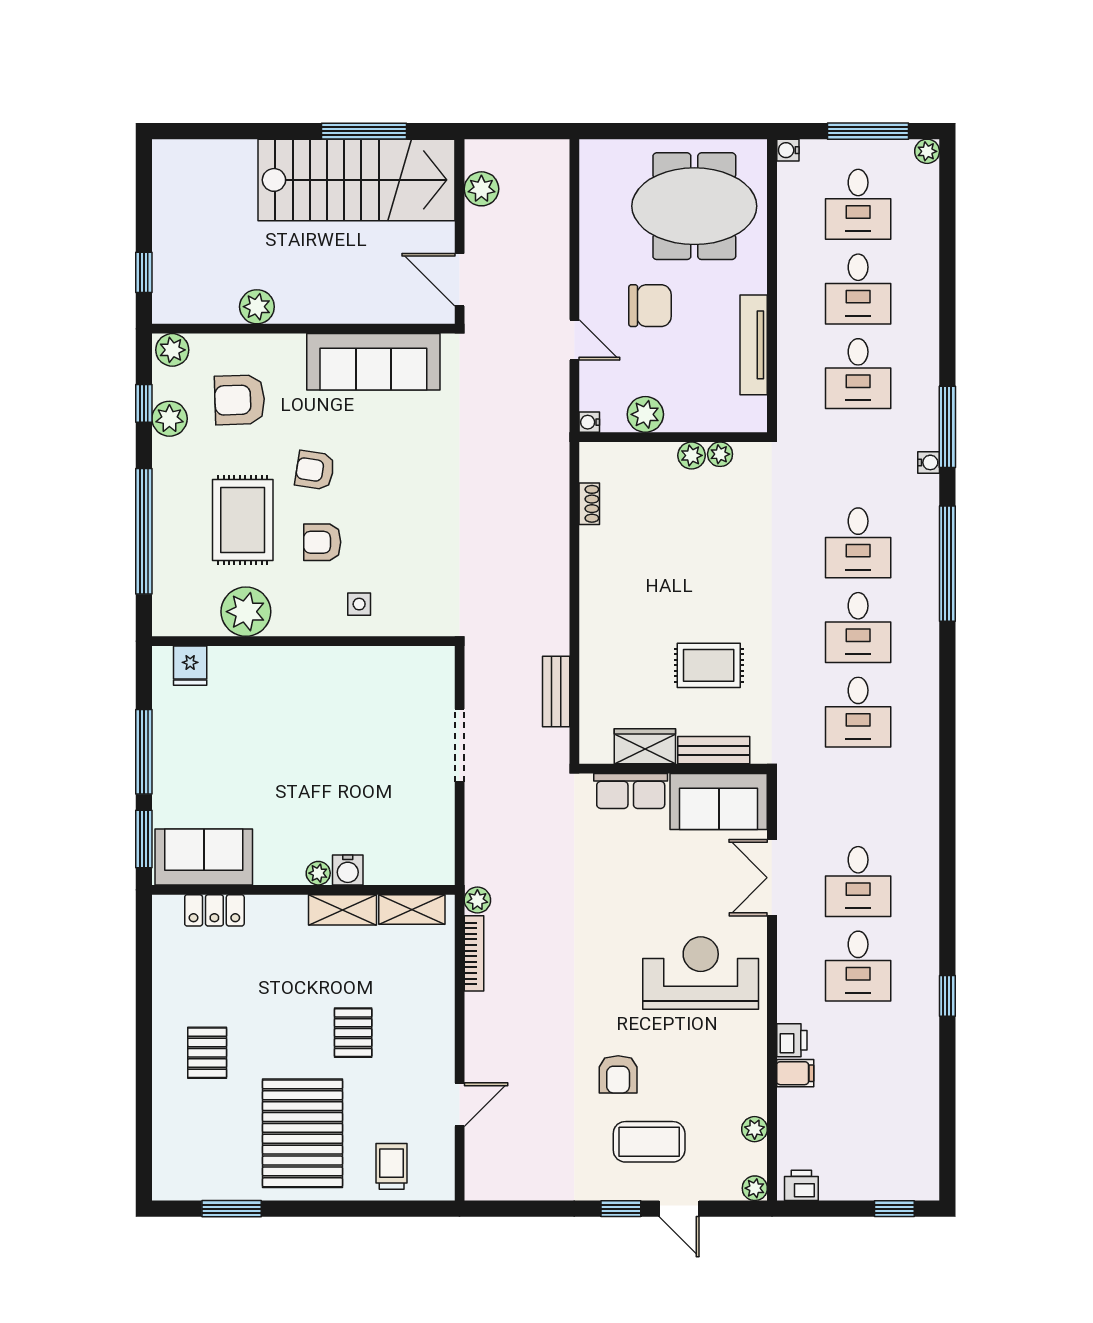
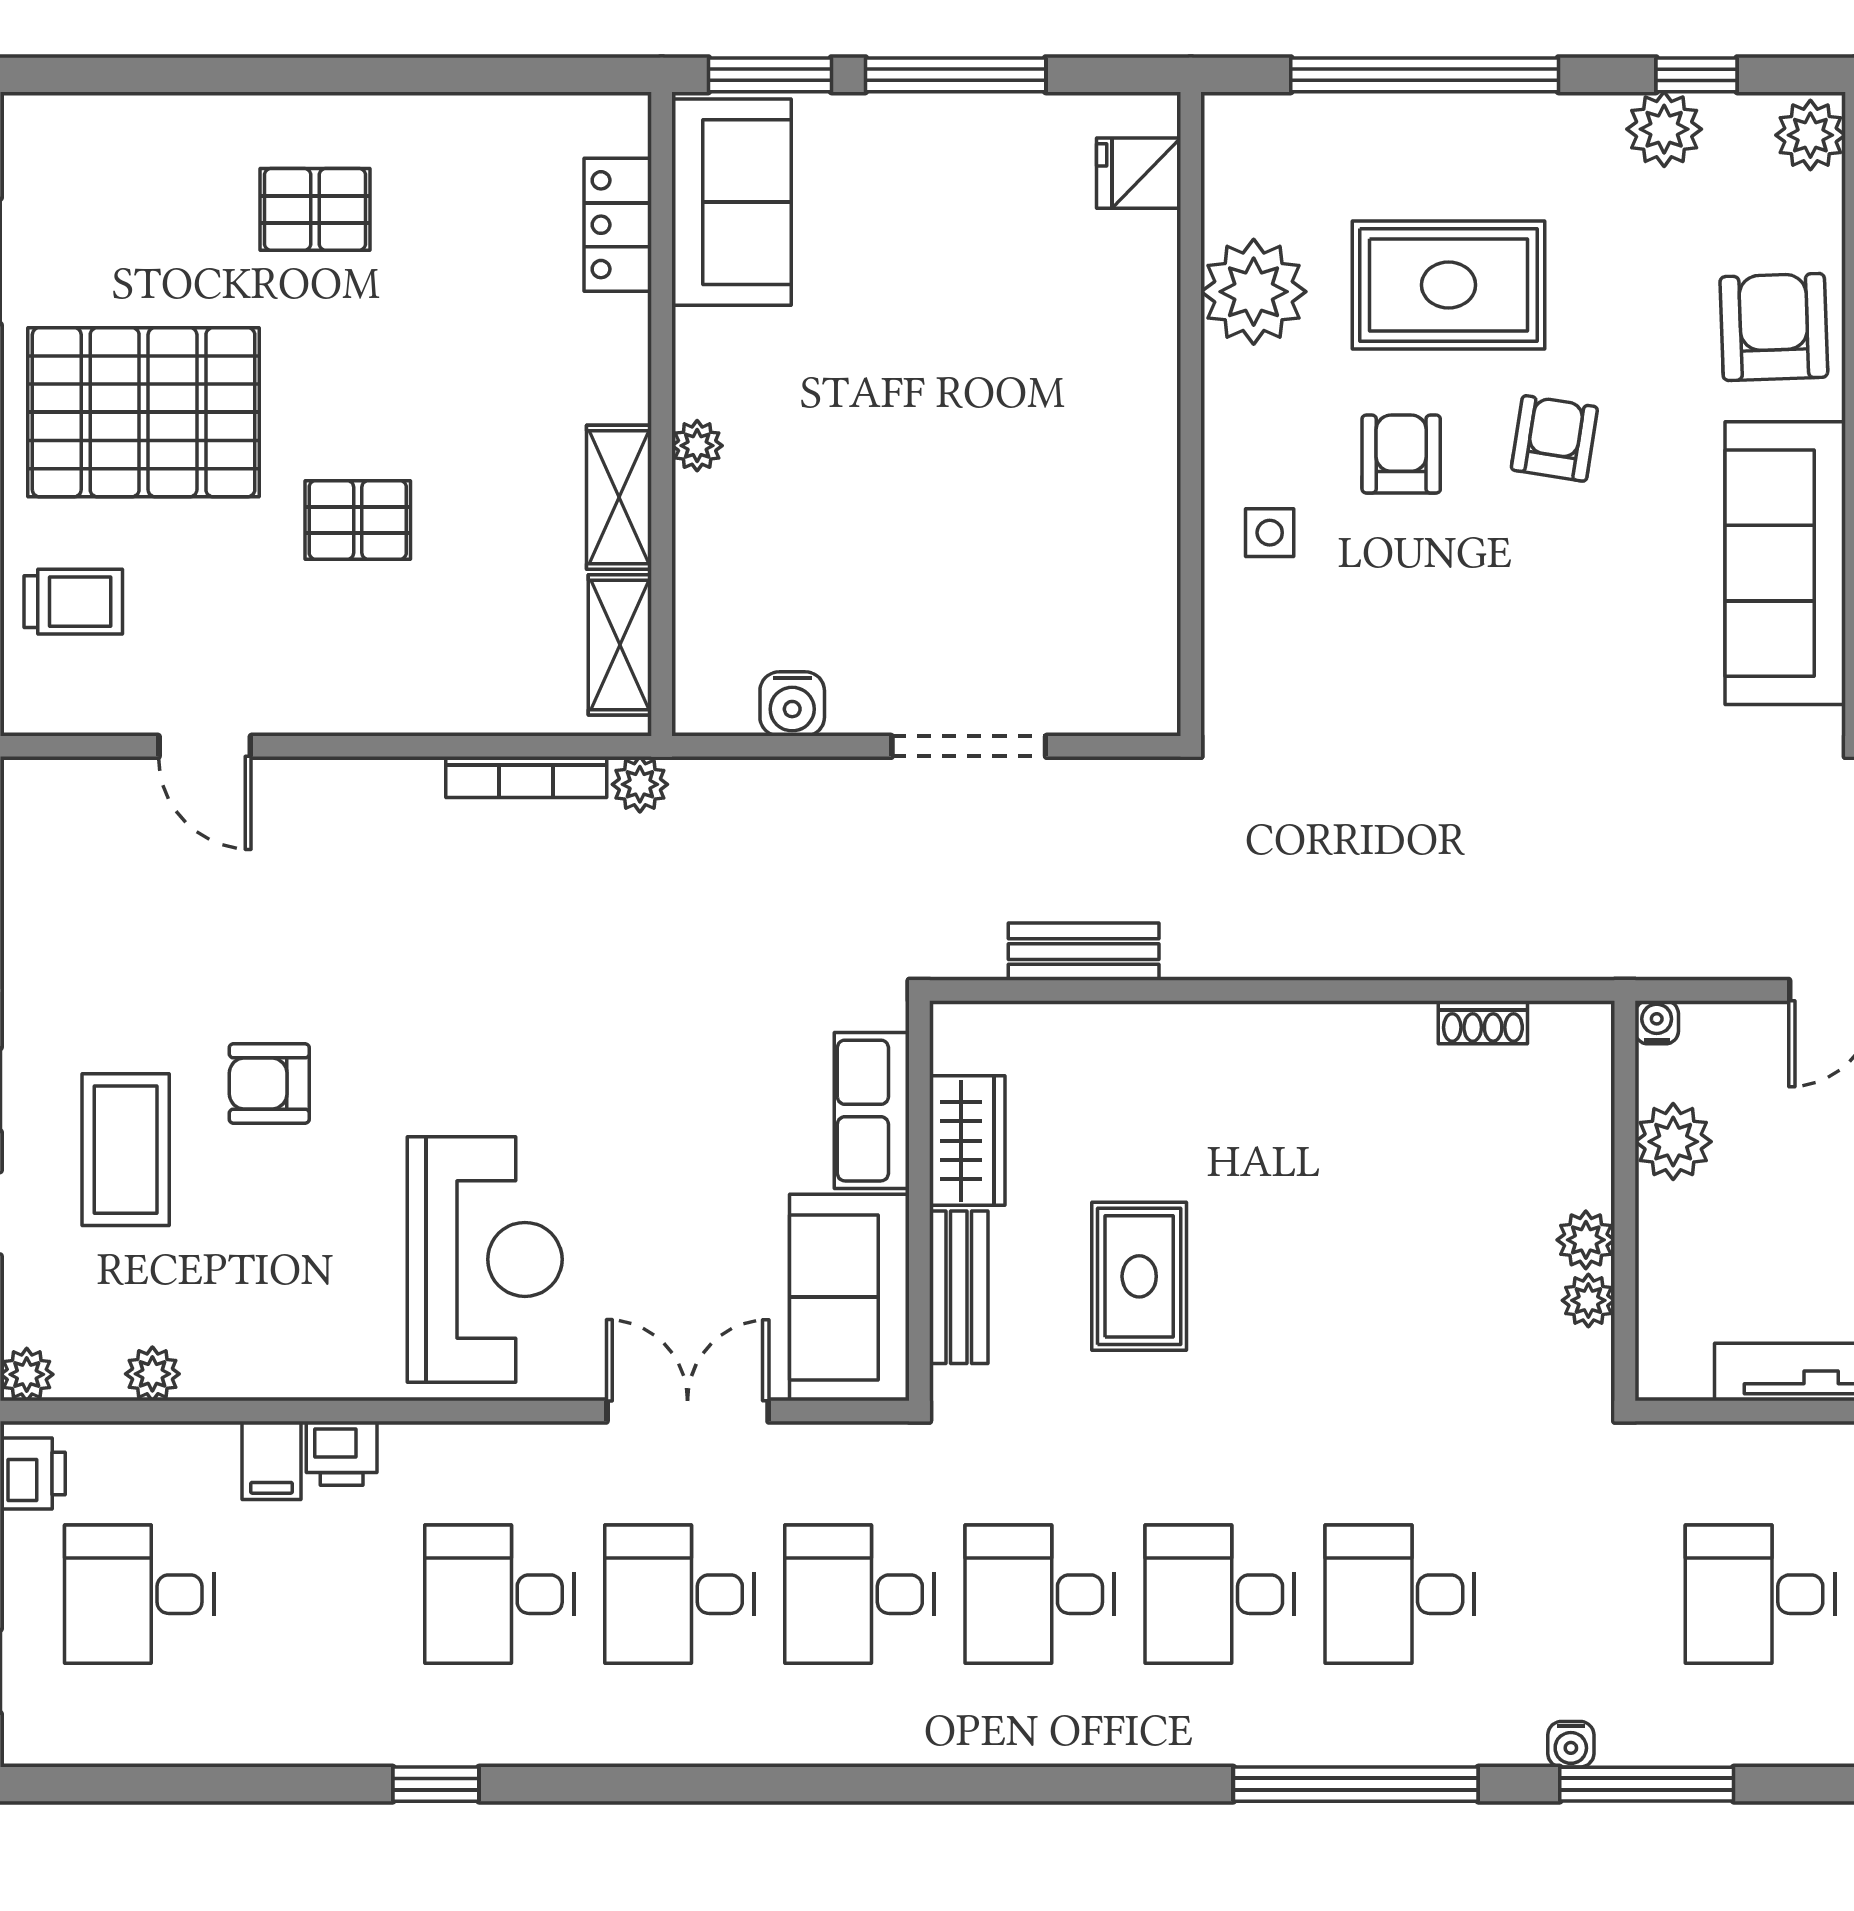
armchair: (240, 400) -> (1774, 327), moved
desk: (858, 797) -> (860, 1594), added
water cooler: (348, 870) -> (792, 704), moved, turned -90
desk: (858, 1135) -> (139, 1594), added

